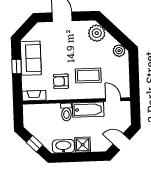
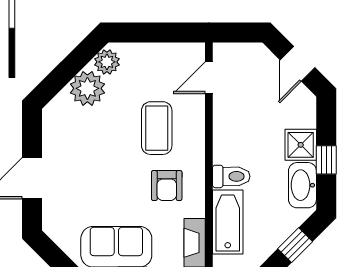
plant: (97, 33) -> (87, 88), moved
bathtub: (88, 110) -> (228, 222), moved
window: (76, 157) -> (326, 160), added

